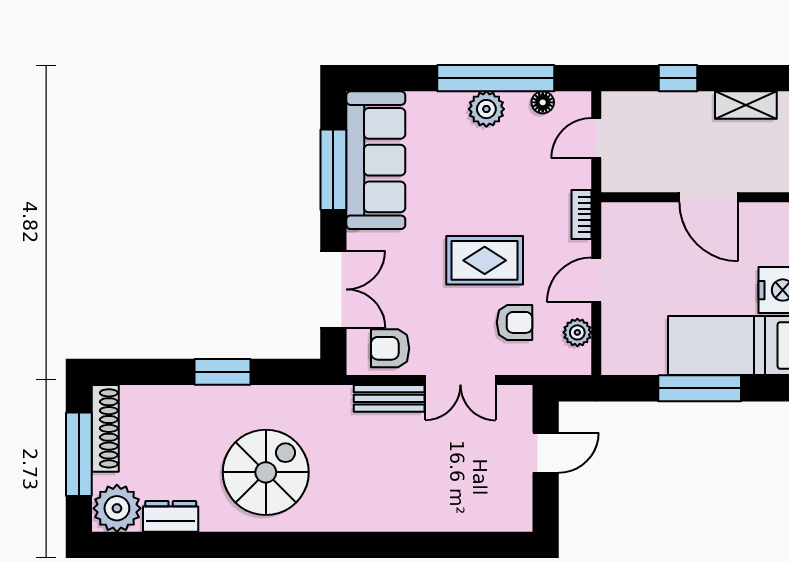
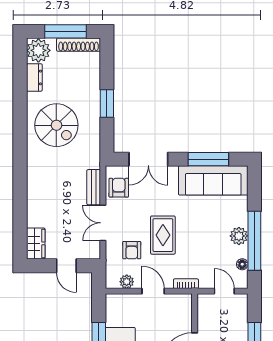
wardrobe: (501, 514) -> (36, 243), added

